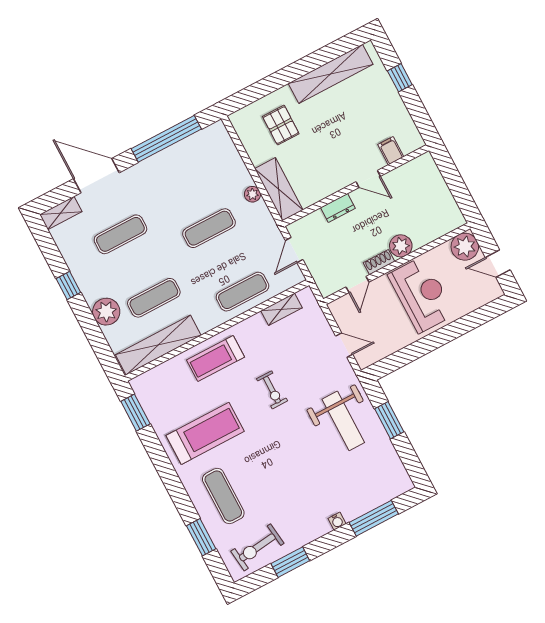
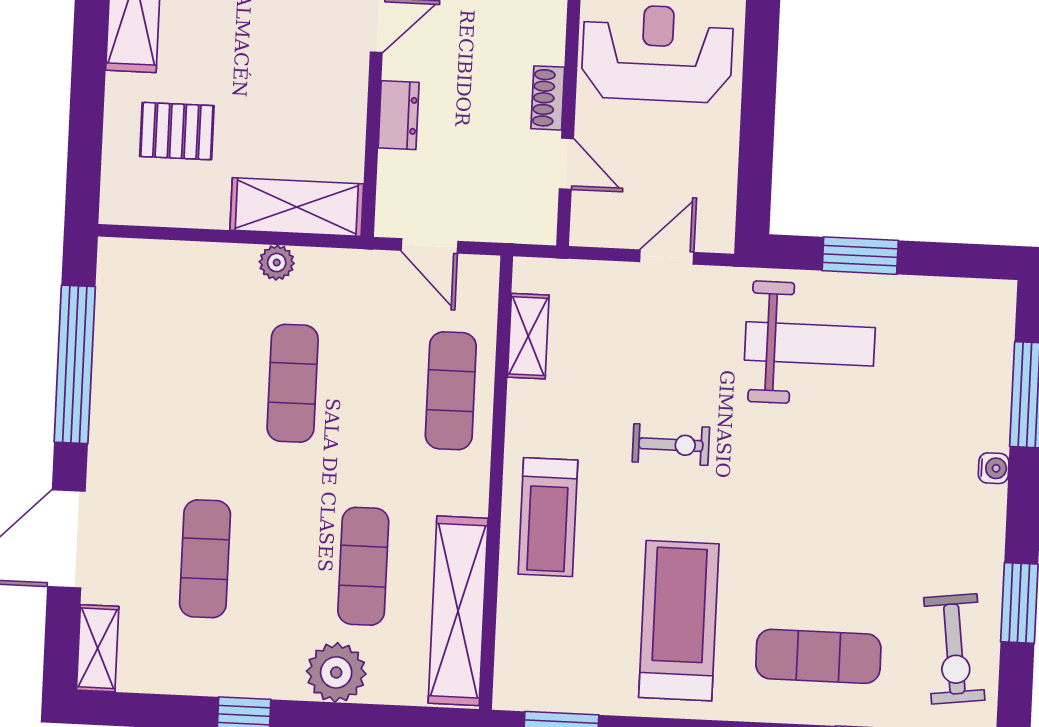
plant: (401, 246) -> (541, 38), removed

